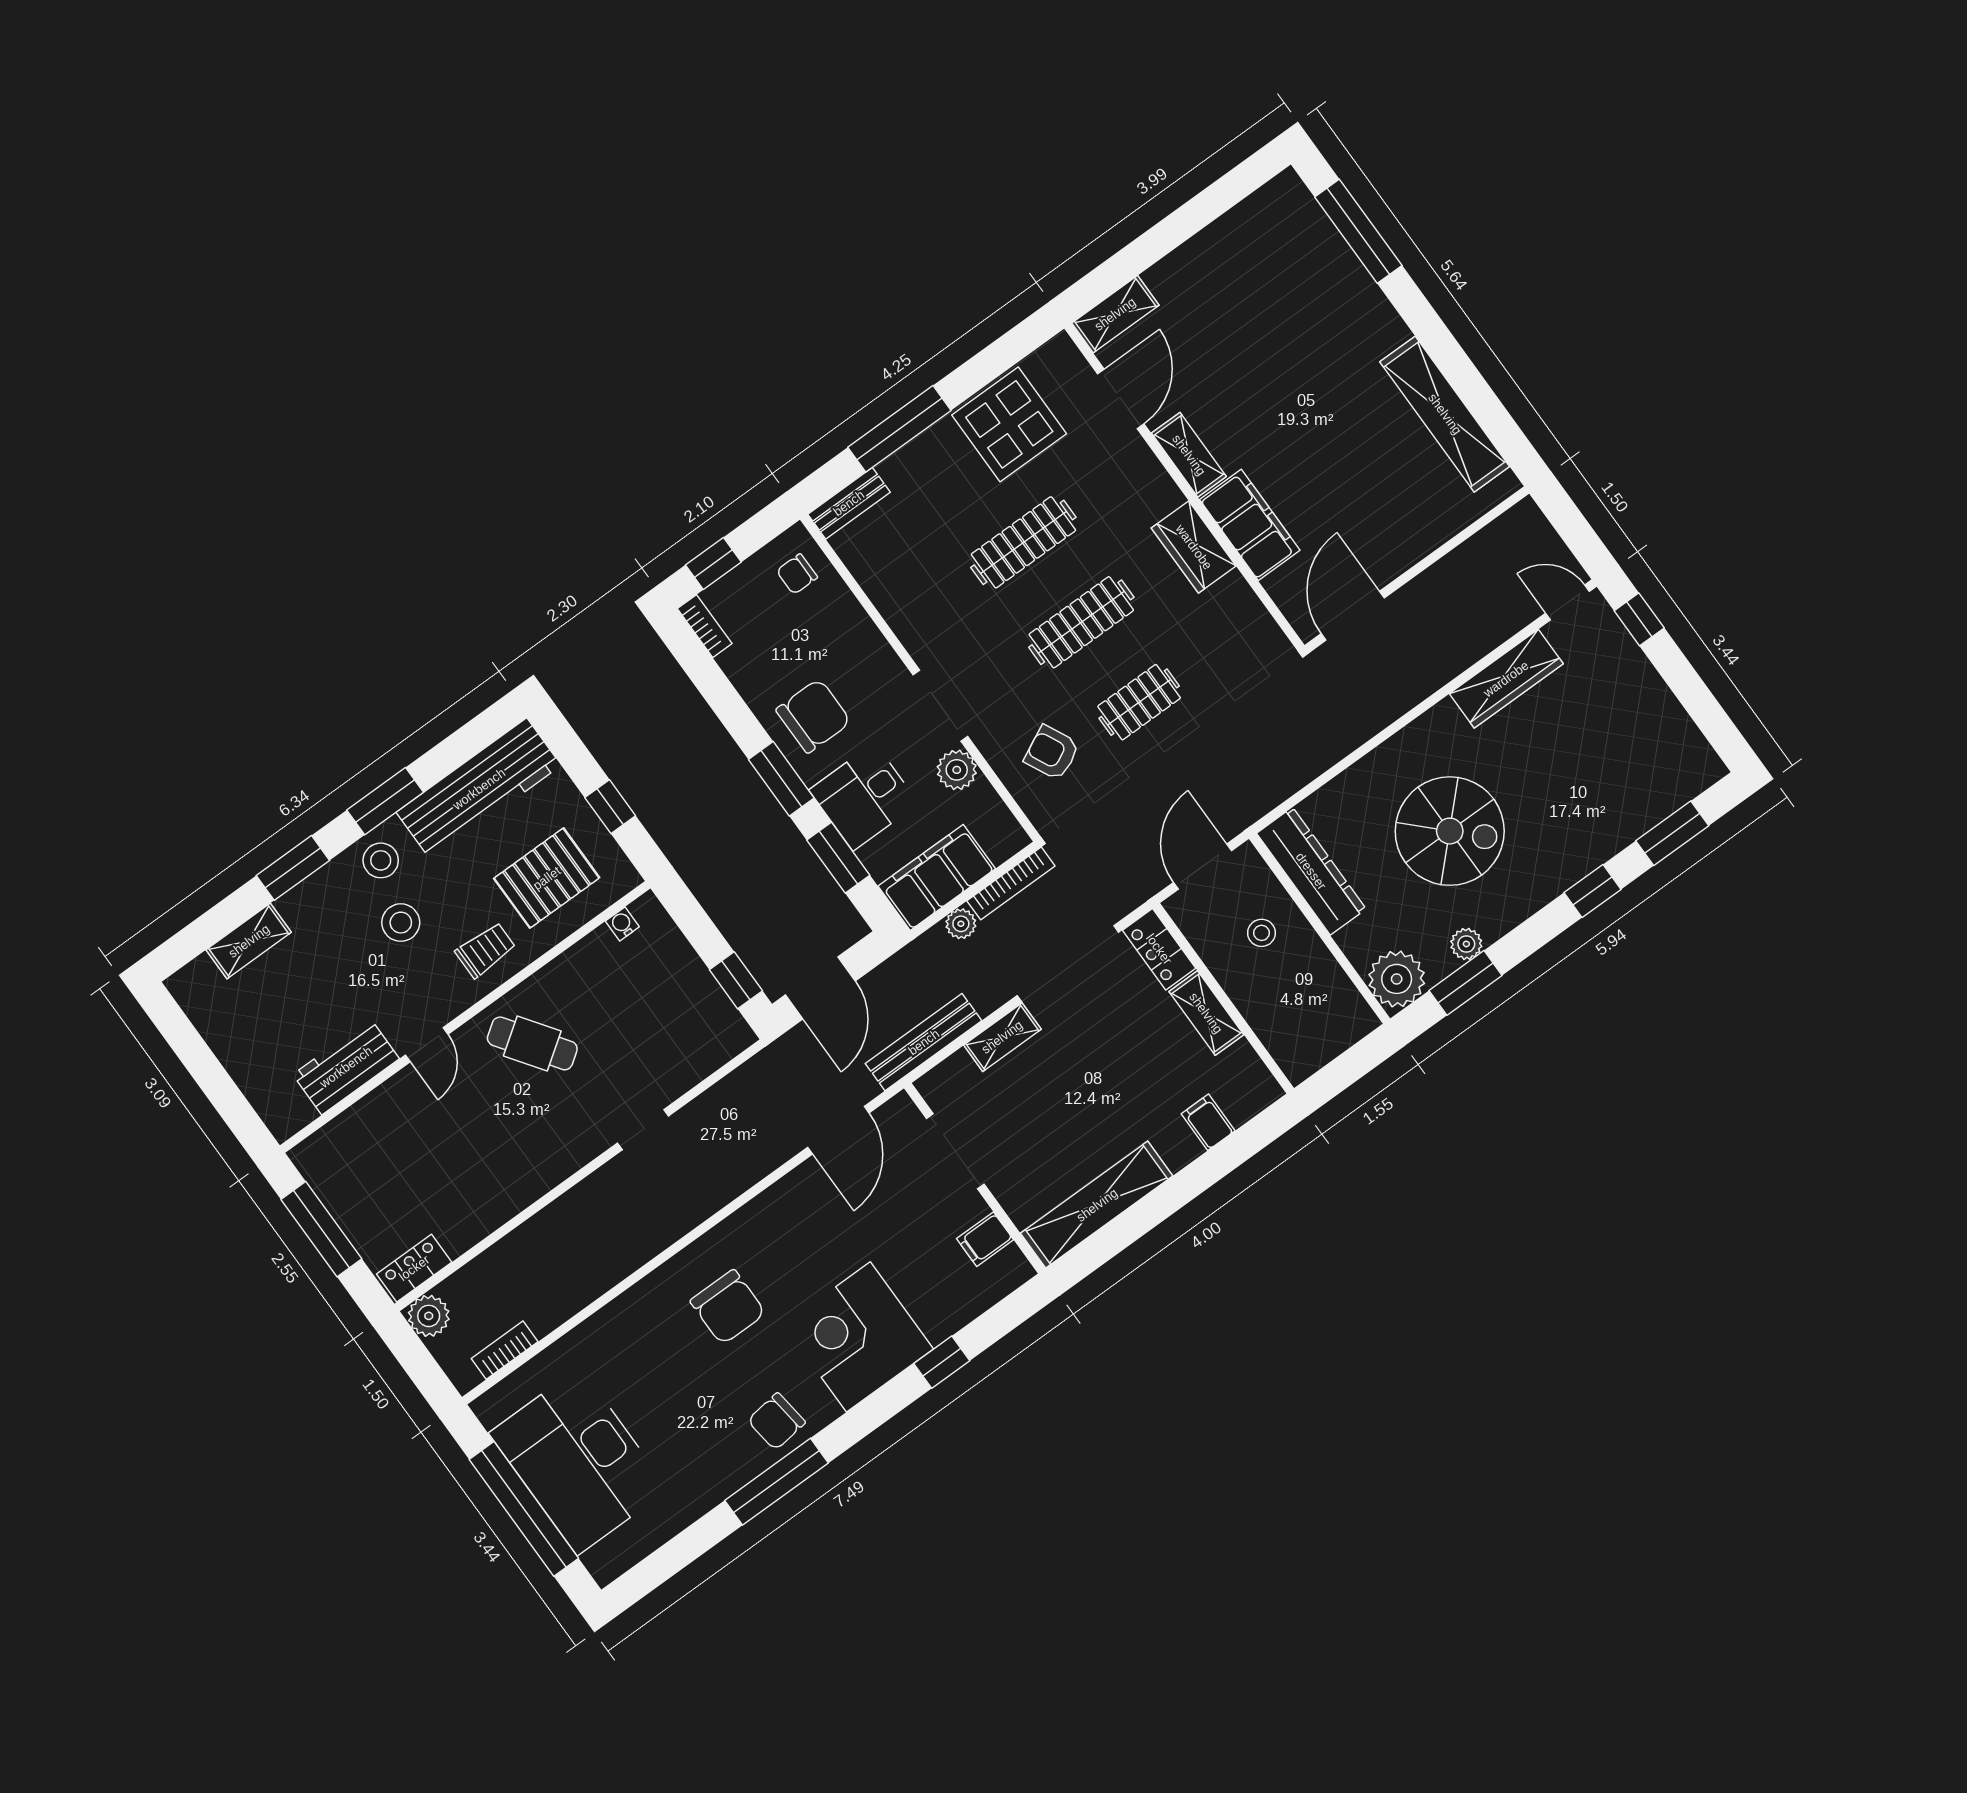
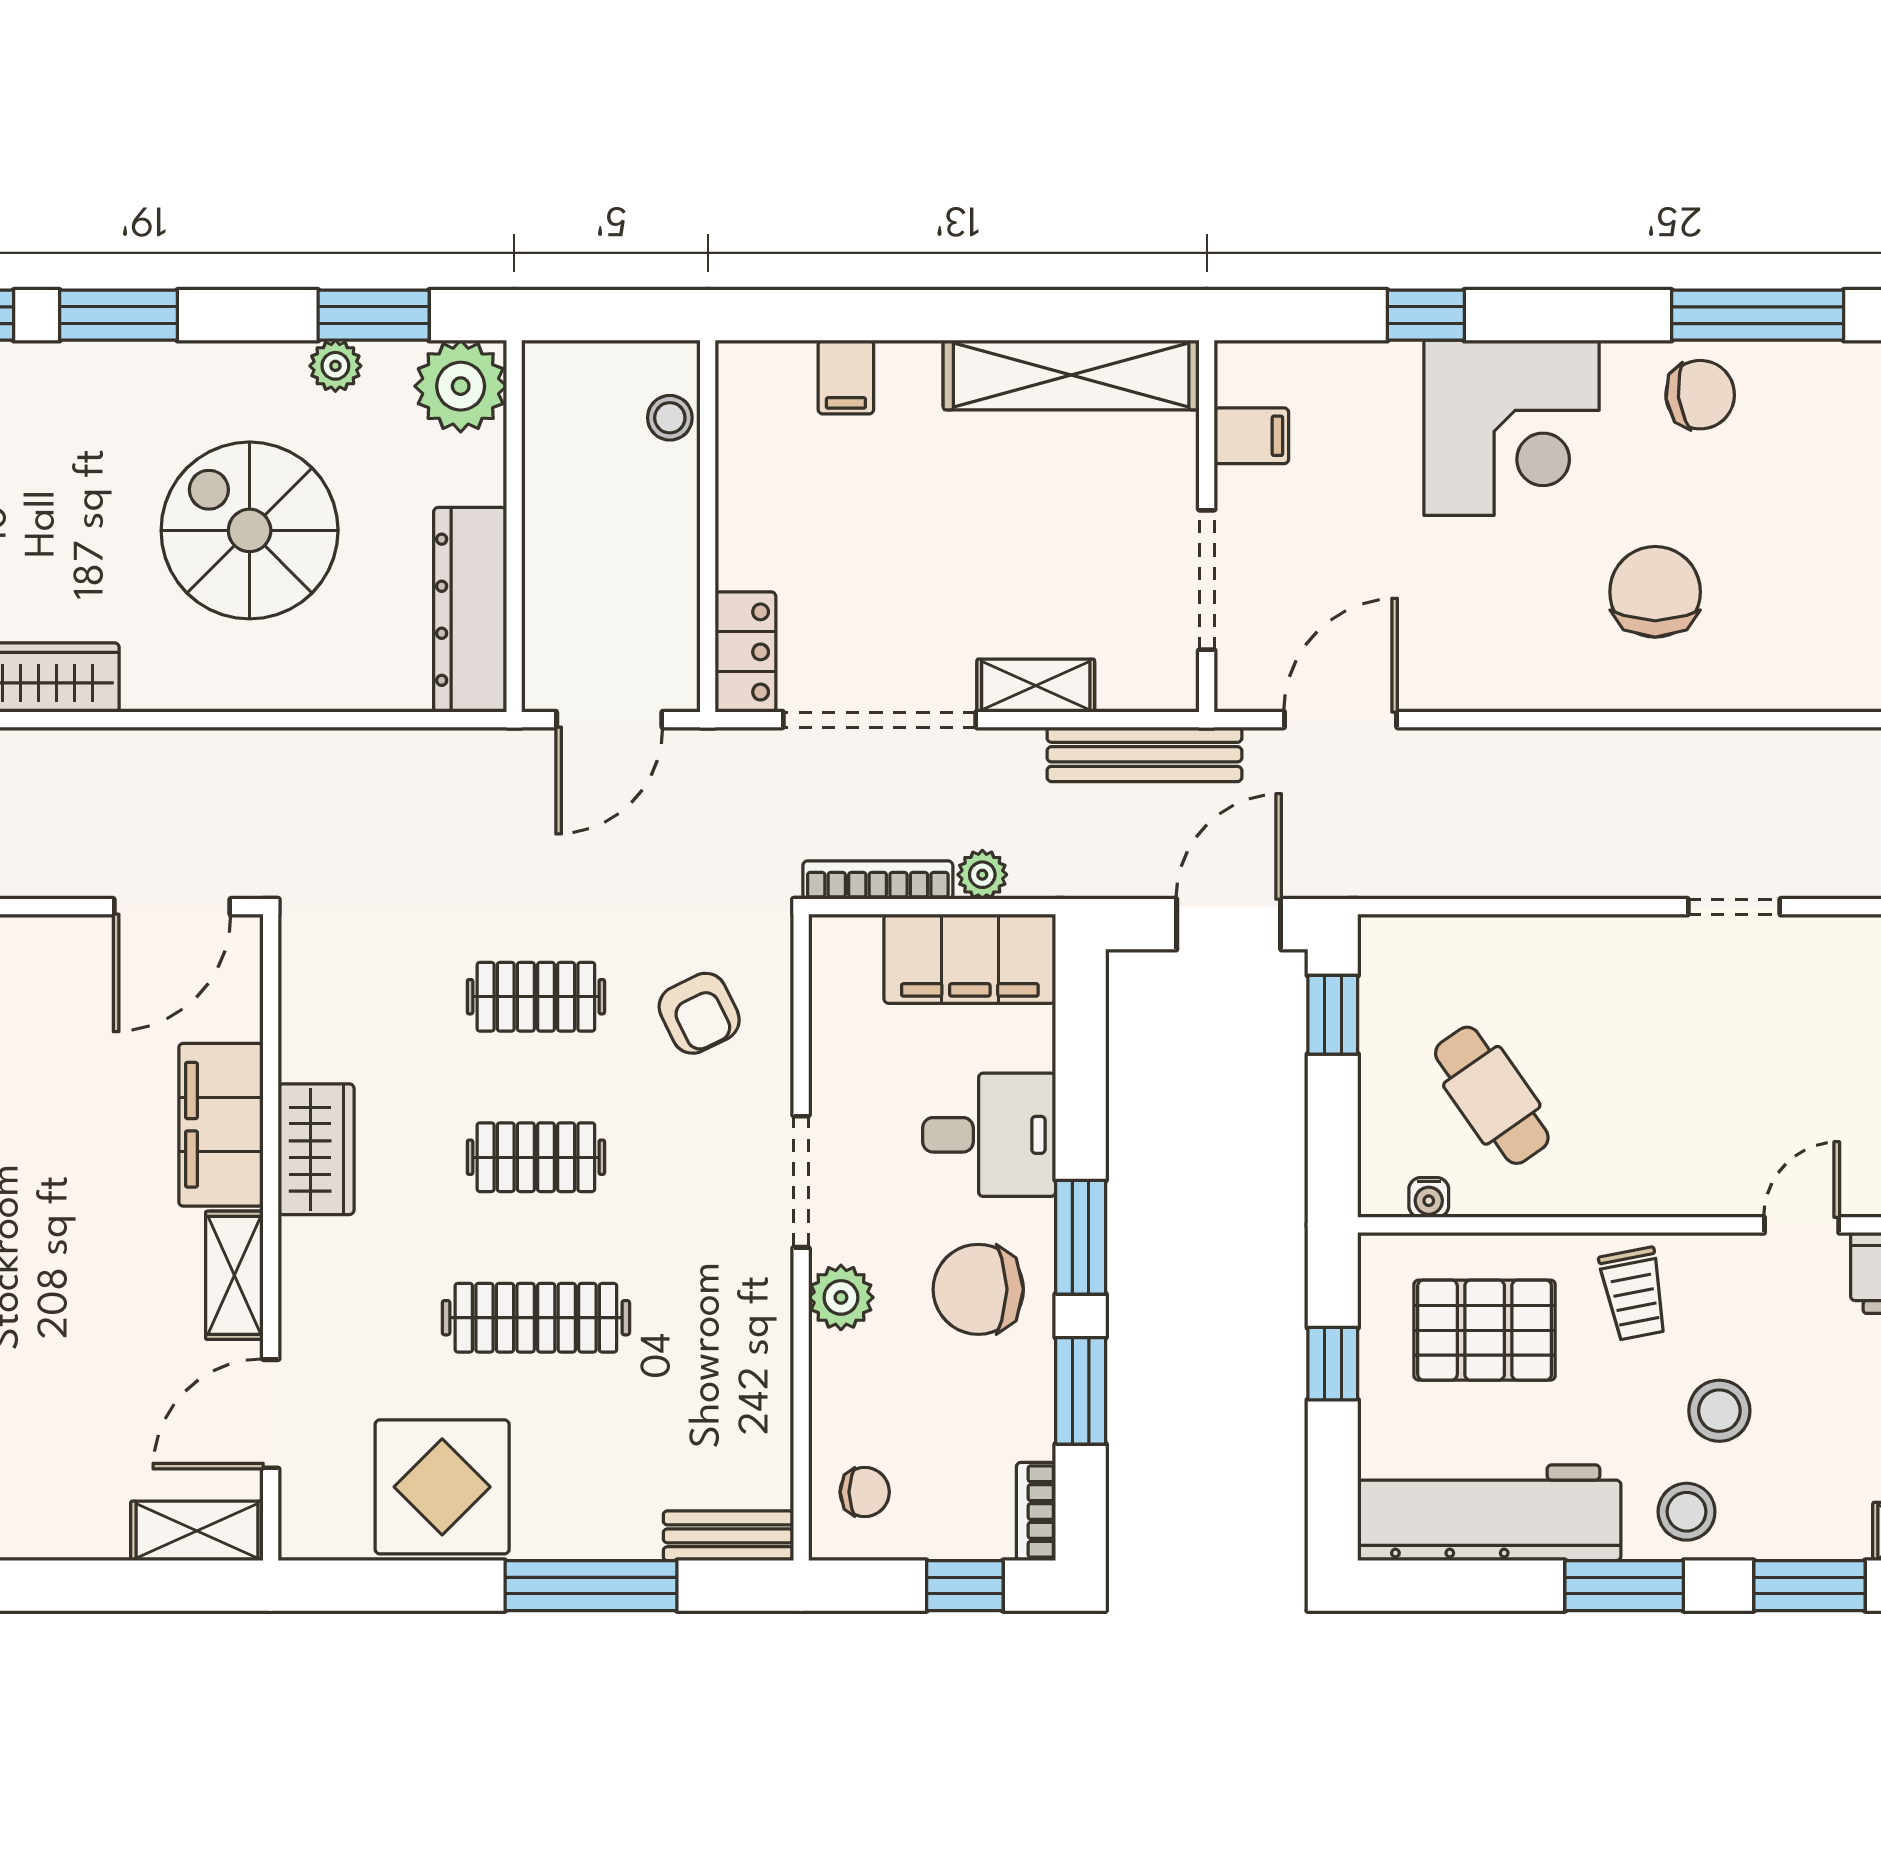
clothes rail: (1081, 622) -> (536, 1157), width x0.73
plant: (957, 770) -> (841, 1297), moved
window: (838, 858) -> (1081, 1391), moved
window: (1593, 891) -> (119, 315), width x1.50
stool: (1262, 933) -> (670, 418), moved
trolley: (485, 950) -> (1634, 1294), turned -101
shelving: (1206, 1013) -> (744, 523), removed
cafe table: (532, 1043) -> (1492, 1095), moved
doorway: (643, 1130) -> (1734, 907), moved

